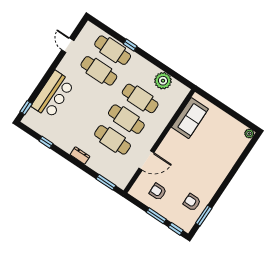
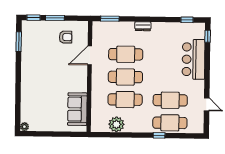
window: (46, 142) -> (187, 20), moved
armchair: (192, 202) -> (34, 46), removed

